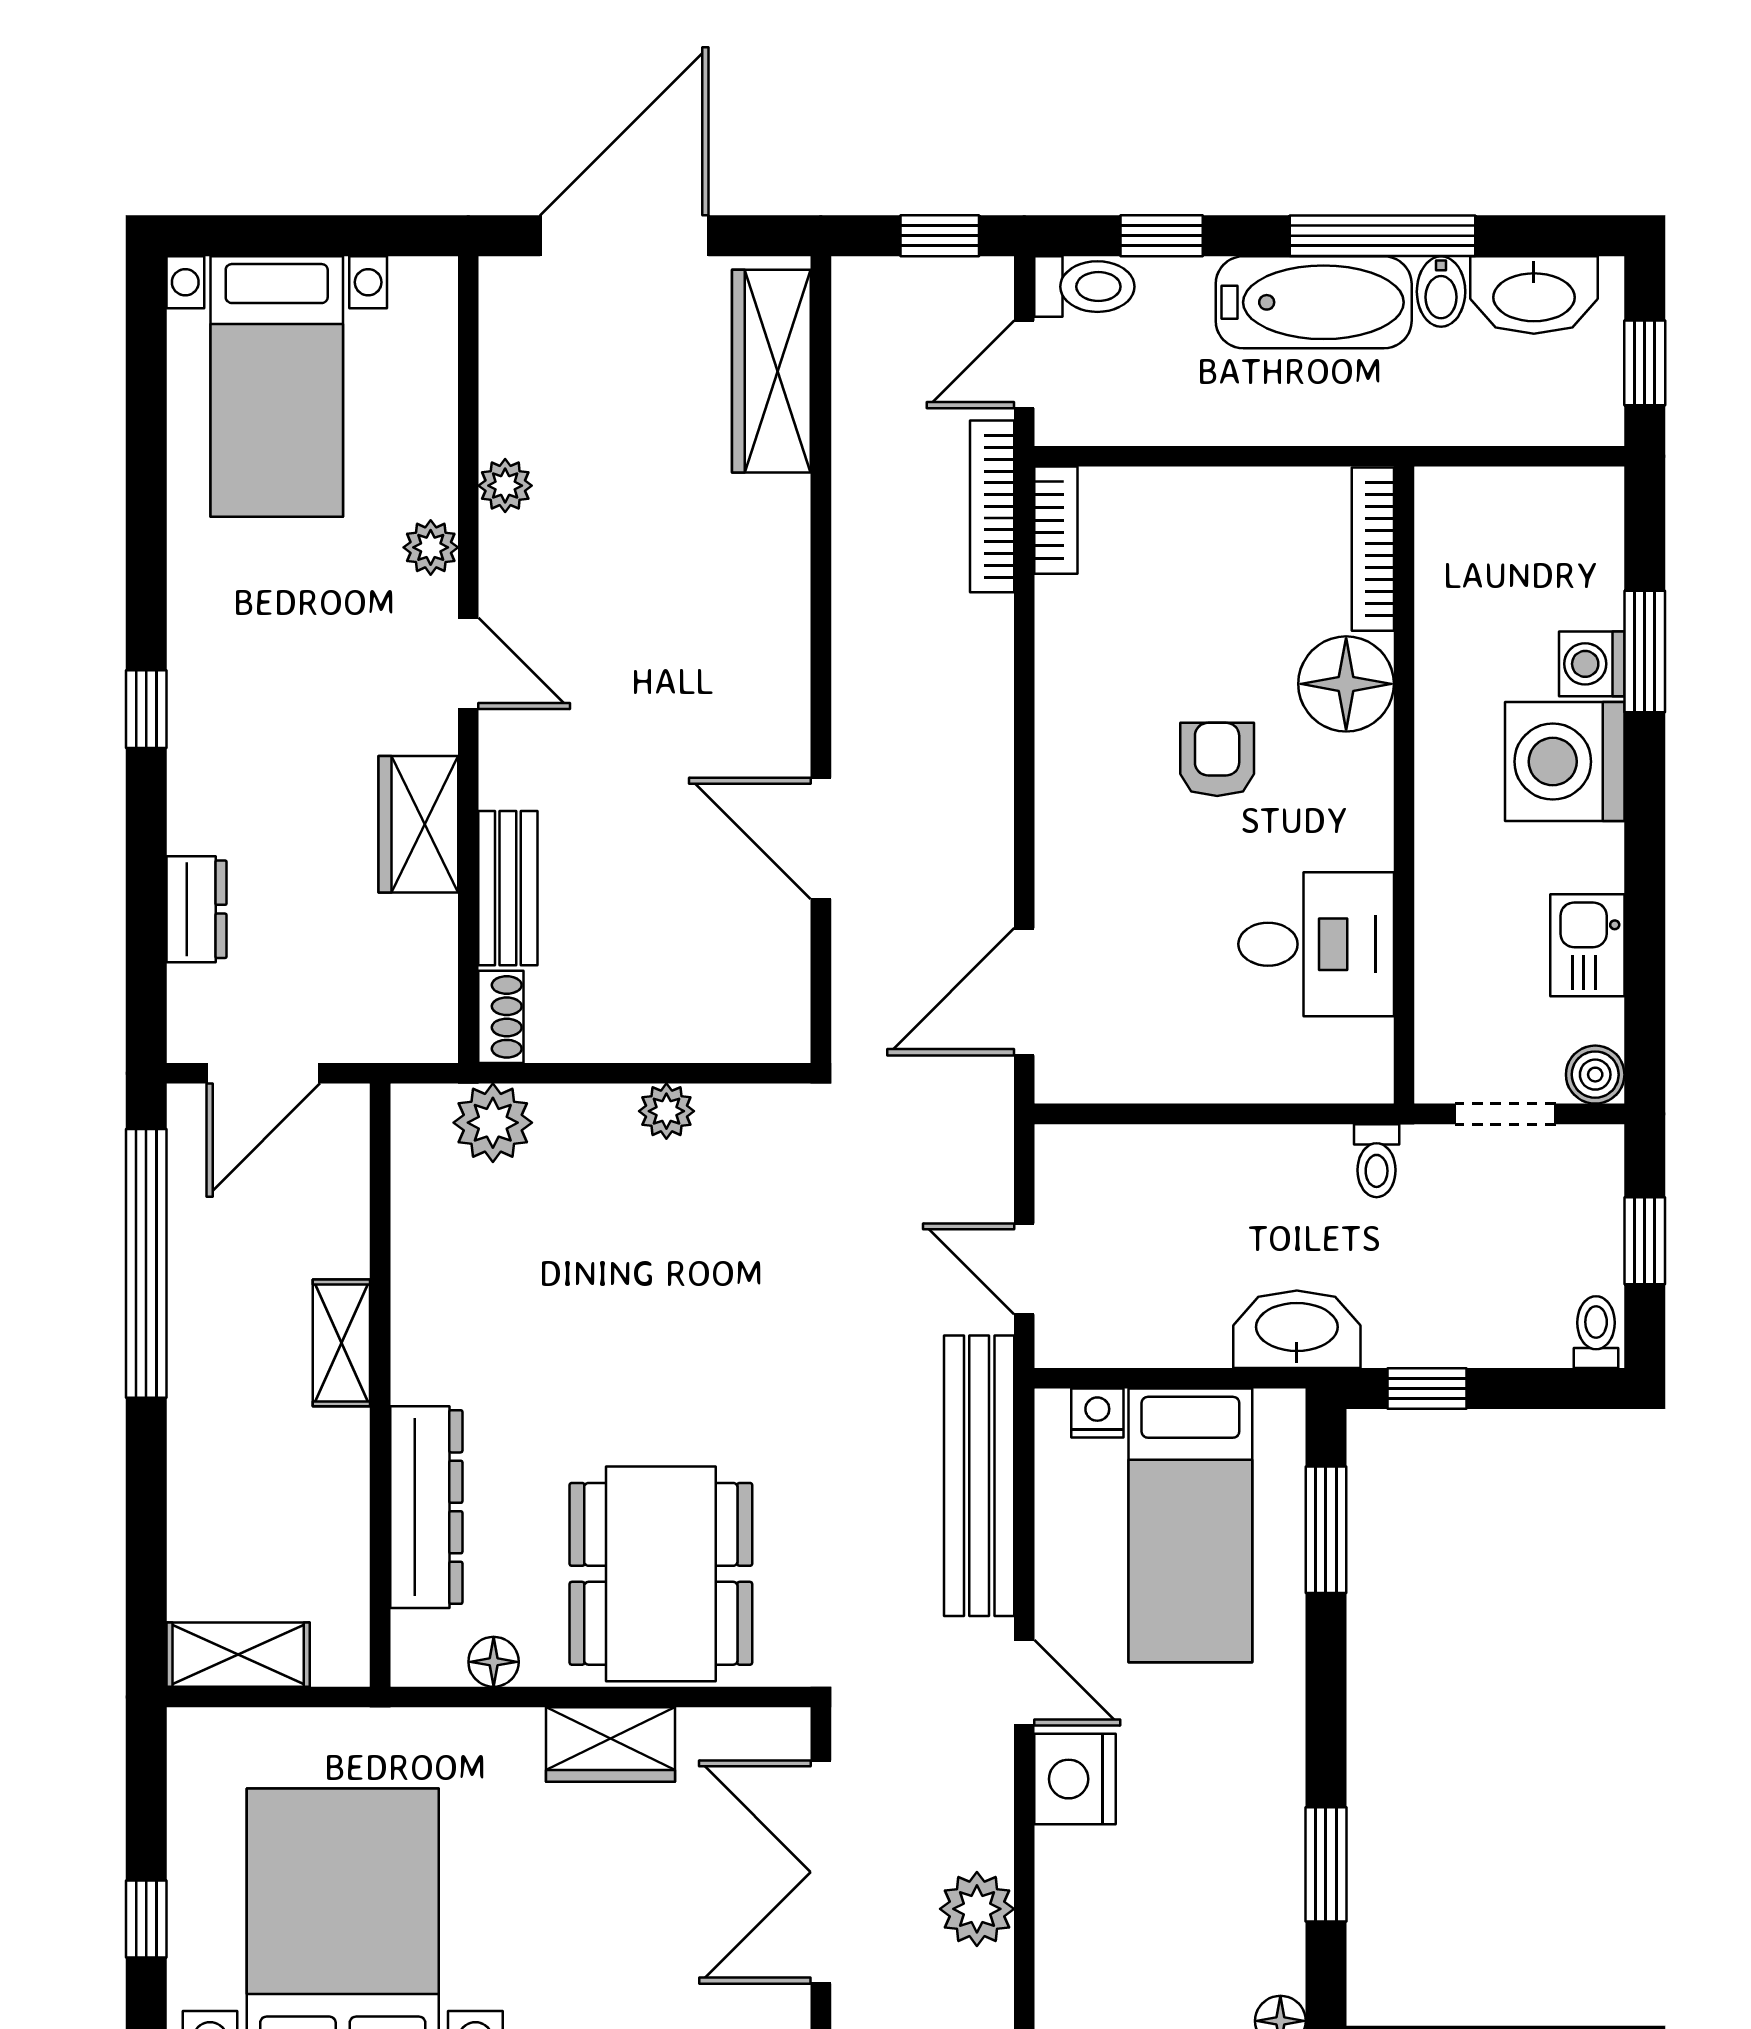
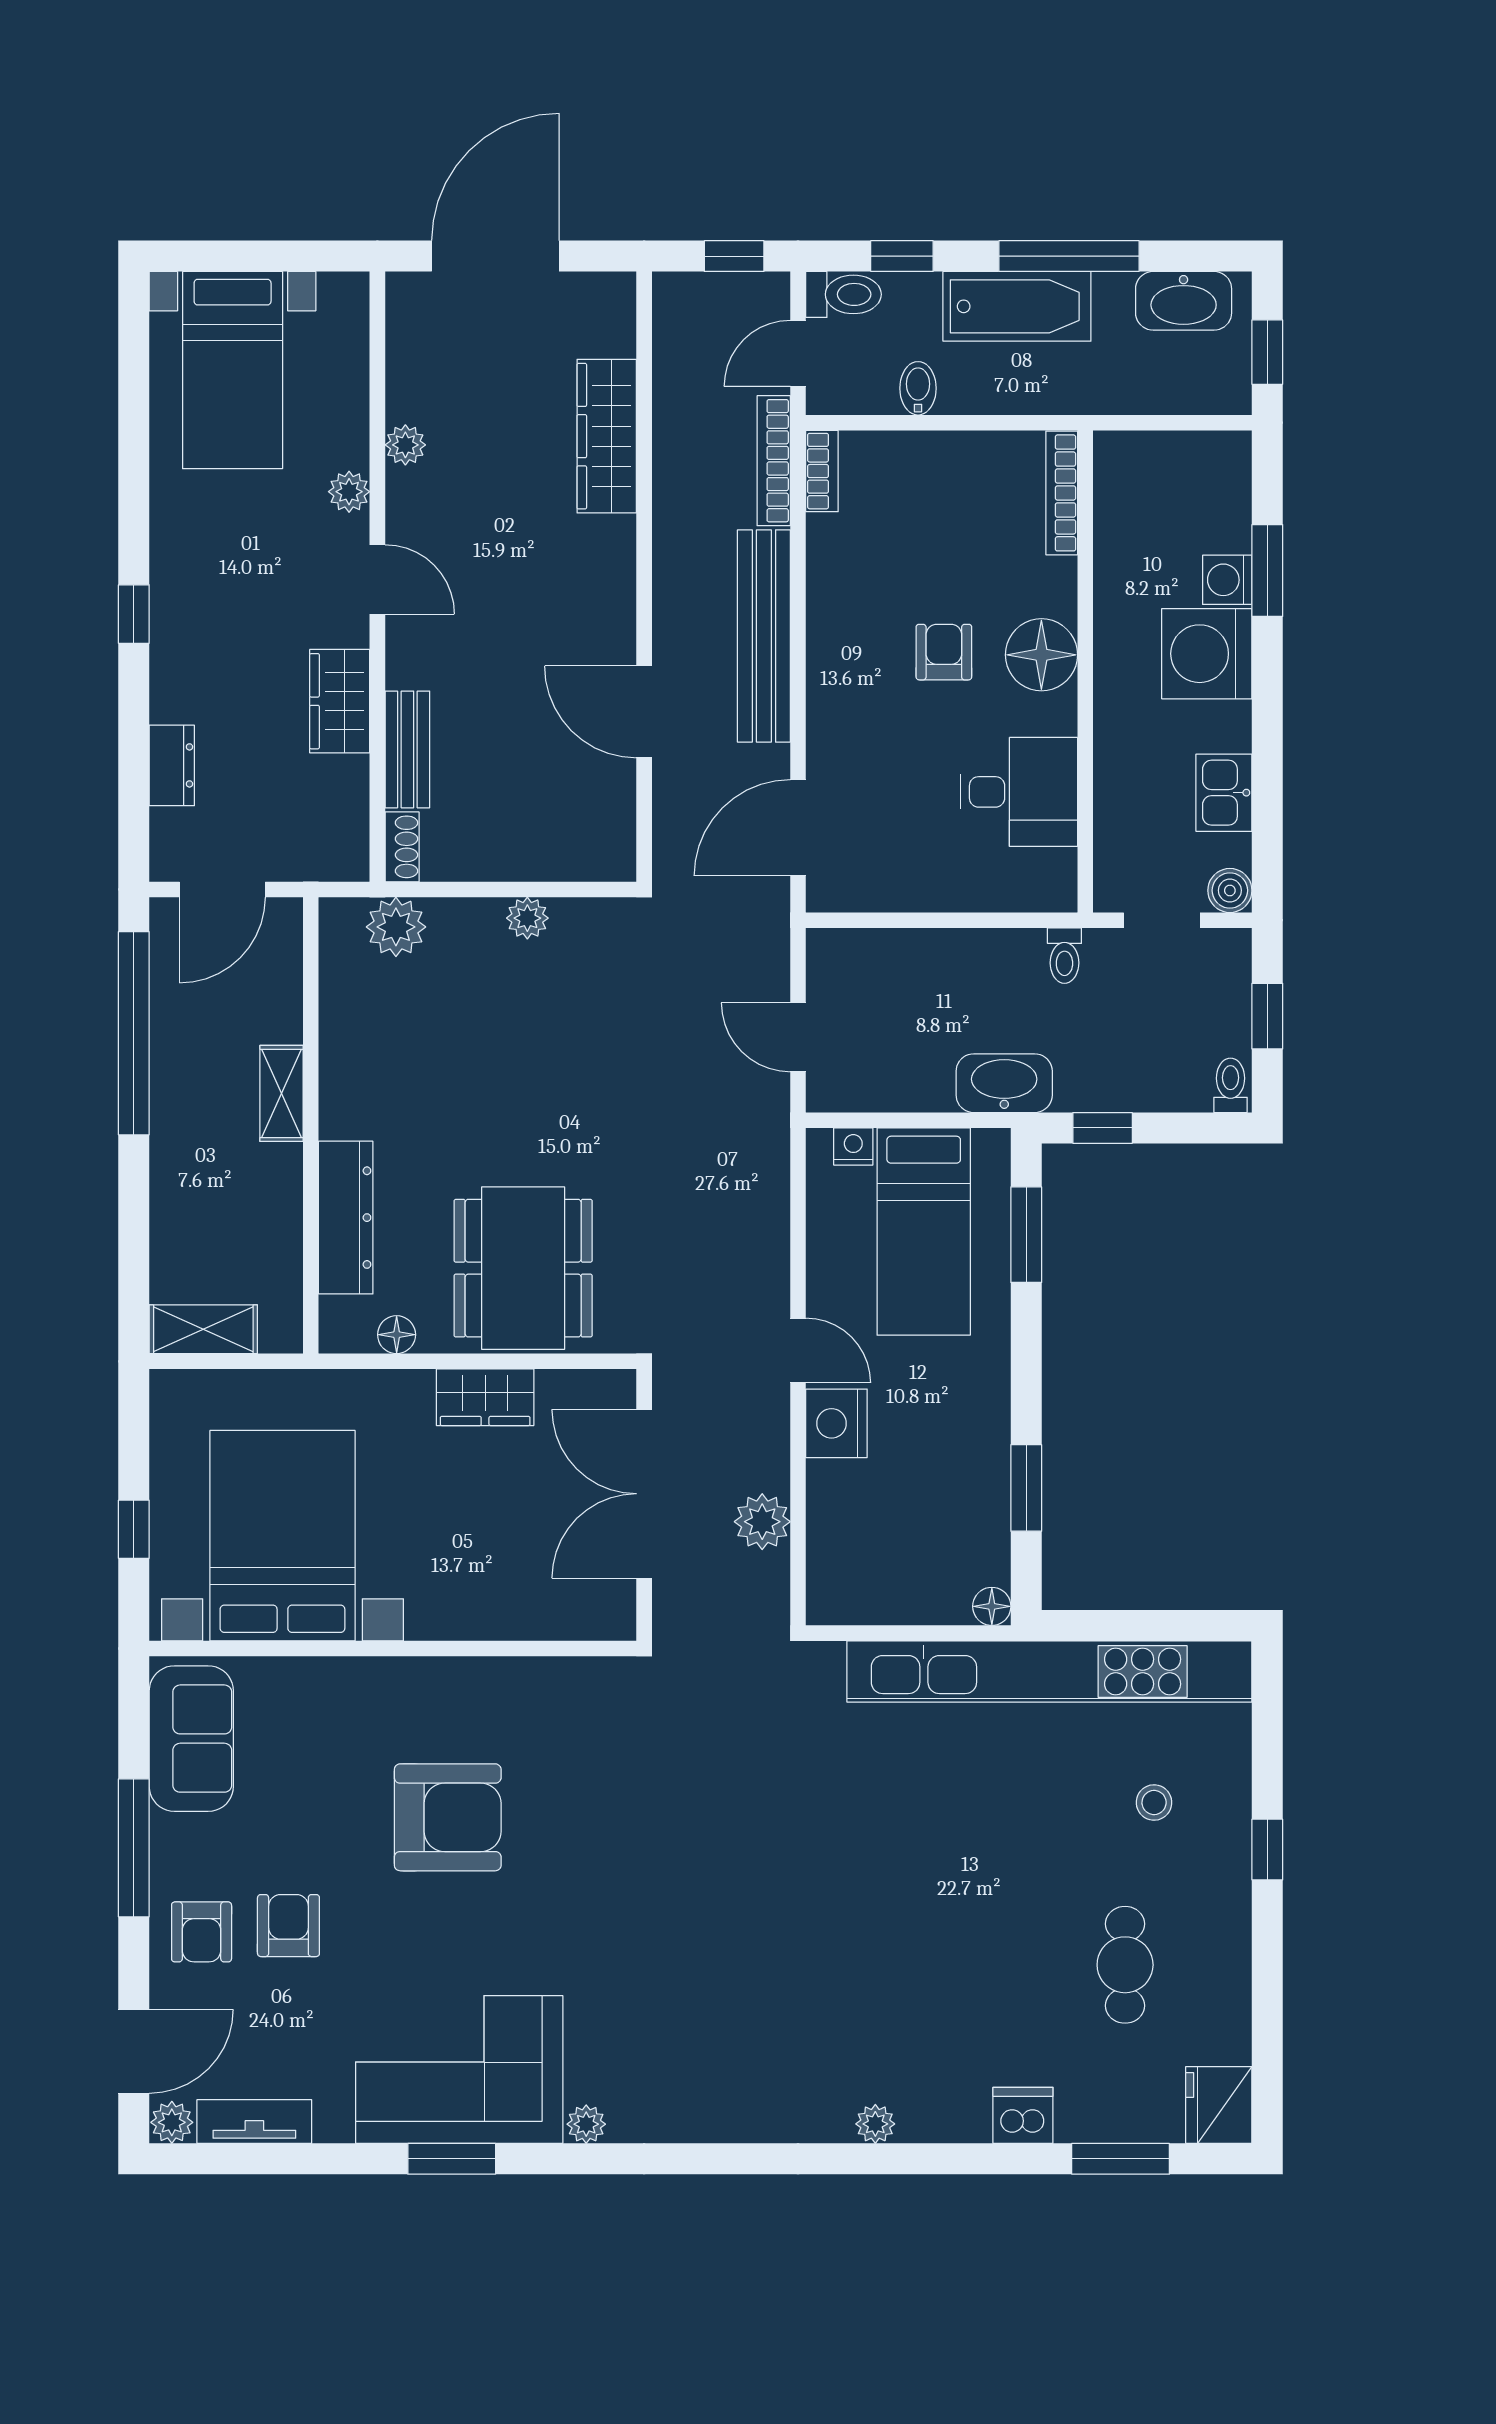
bidet: (1441, 292) -> (918, 388), moved, turned 180
wardrobe: (771, 371) -> (607, 436), moved
floor lamp: (1346, 684) -> (1041, 655), moved
bench: (979, 1476) -> (764, 636), moved

